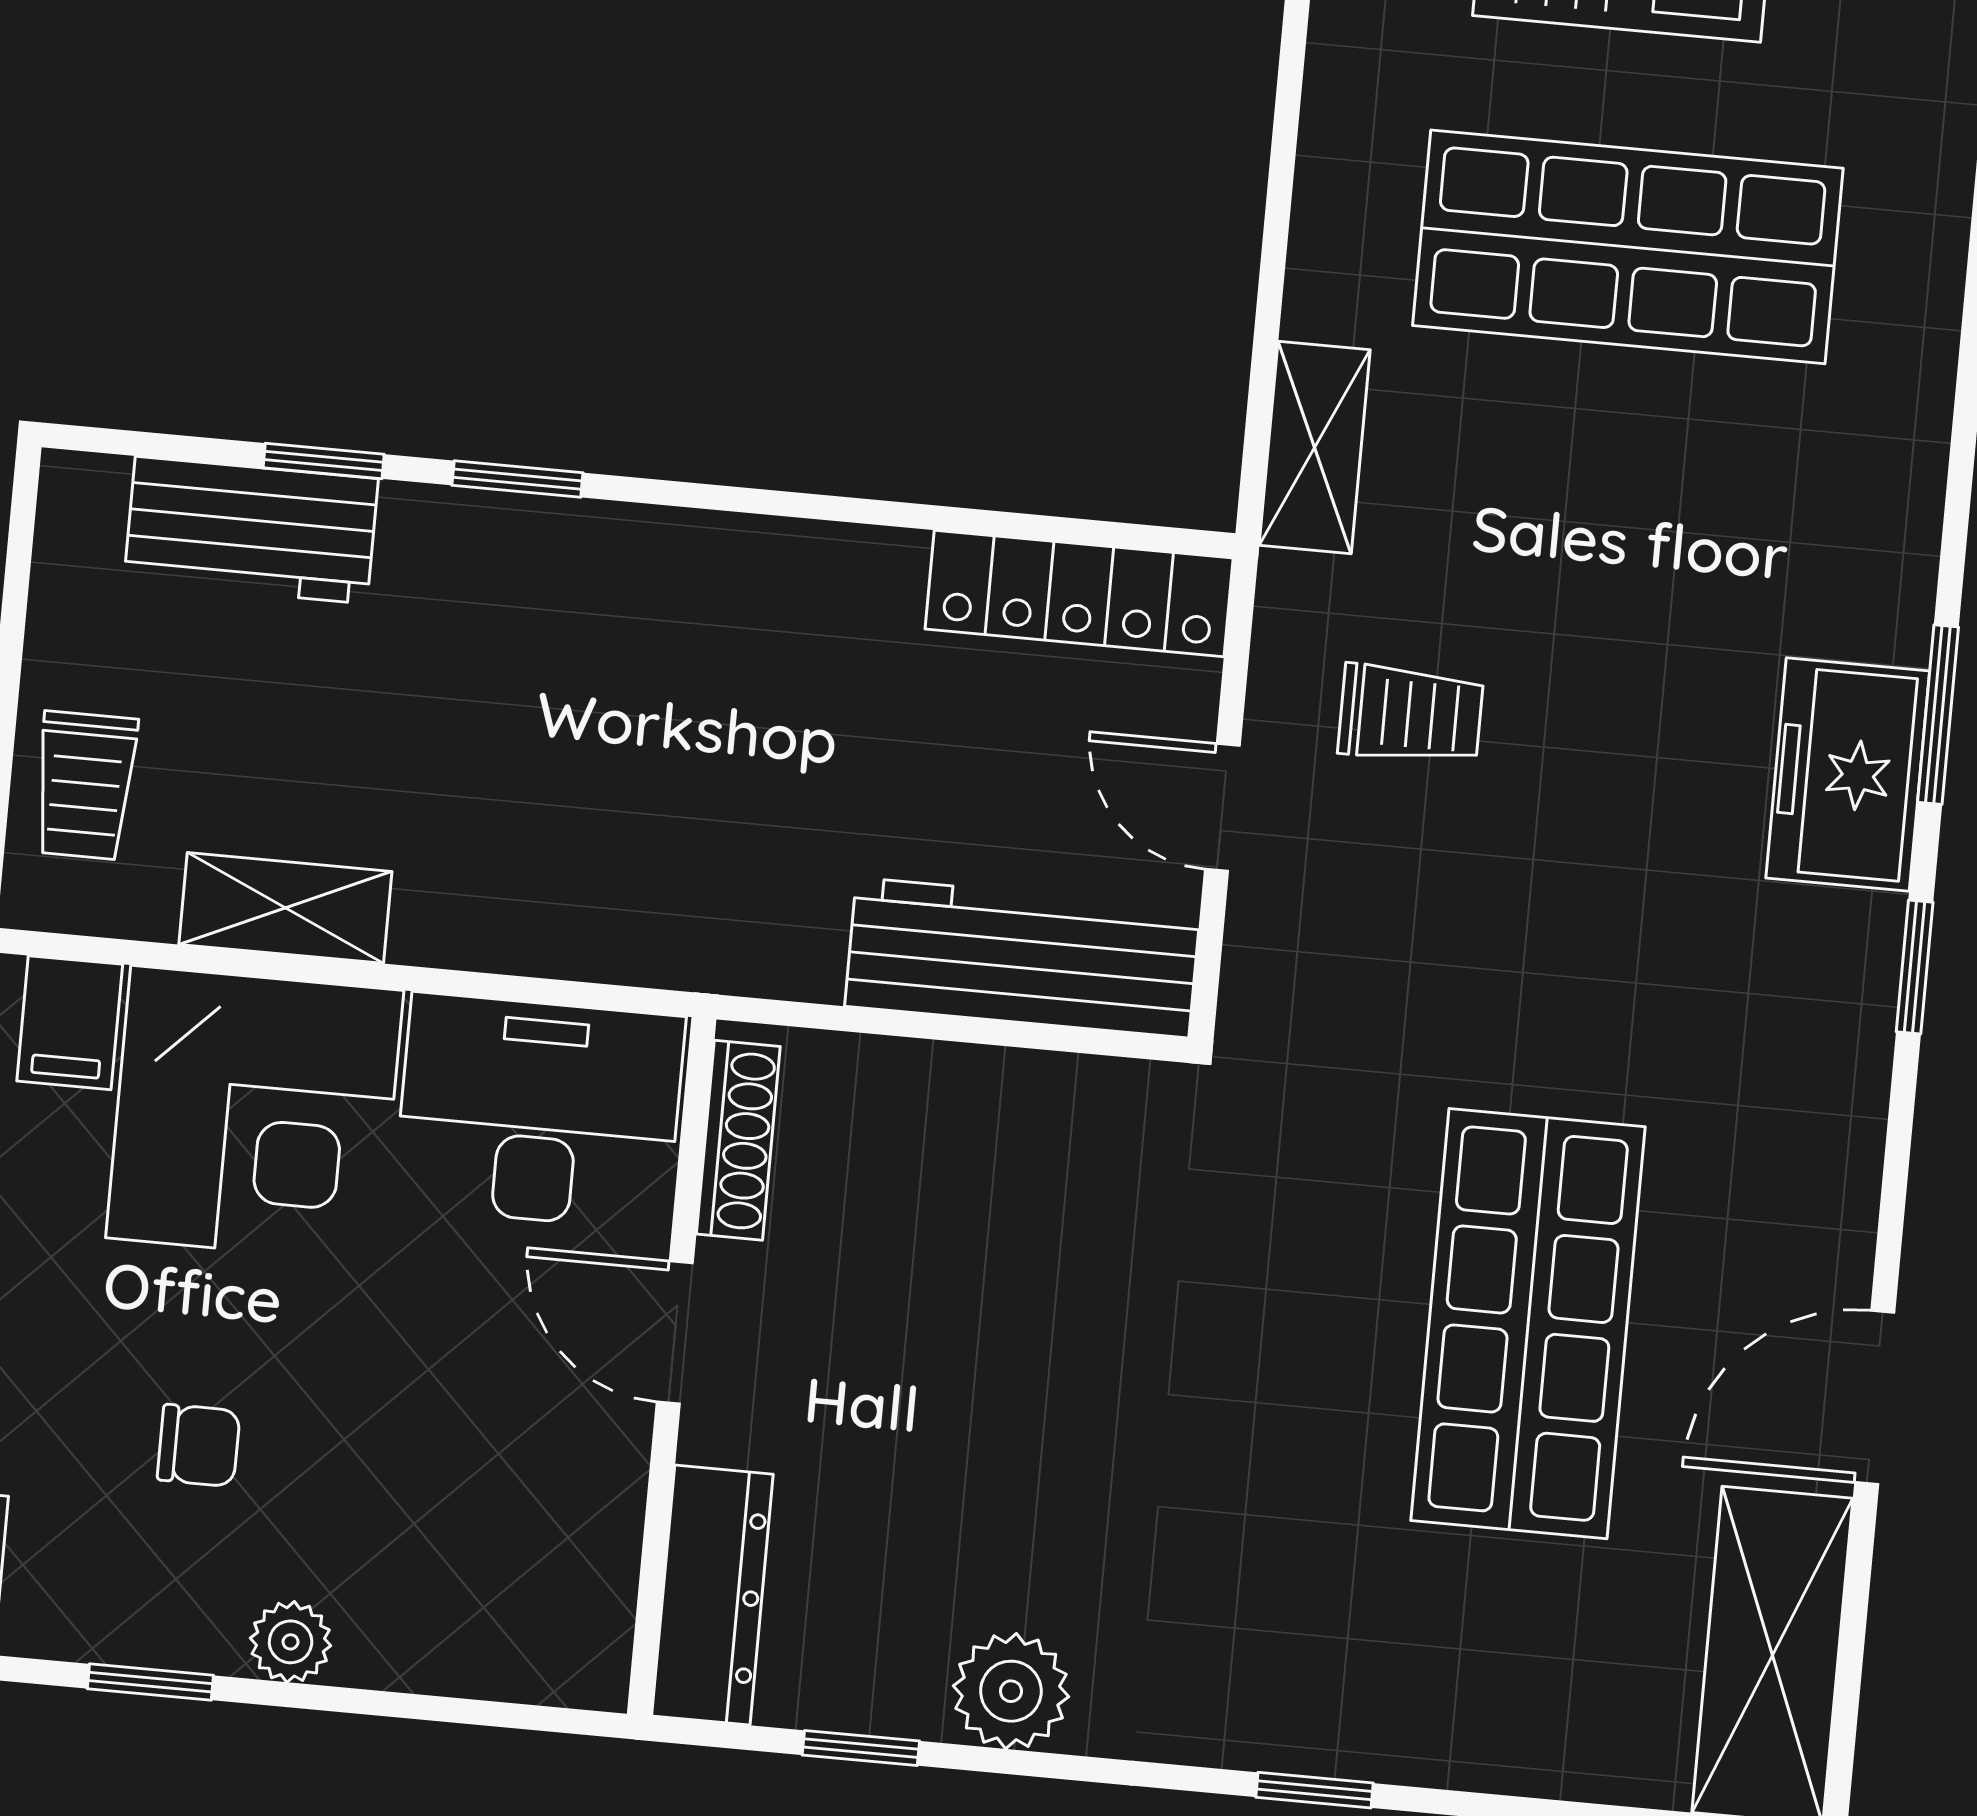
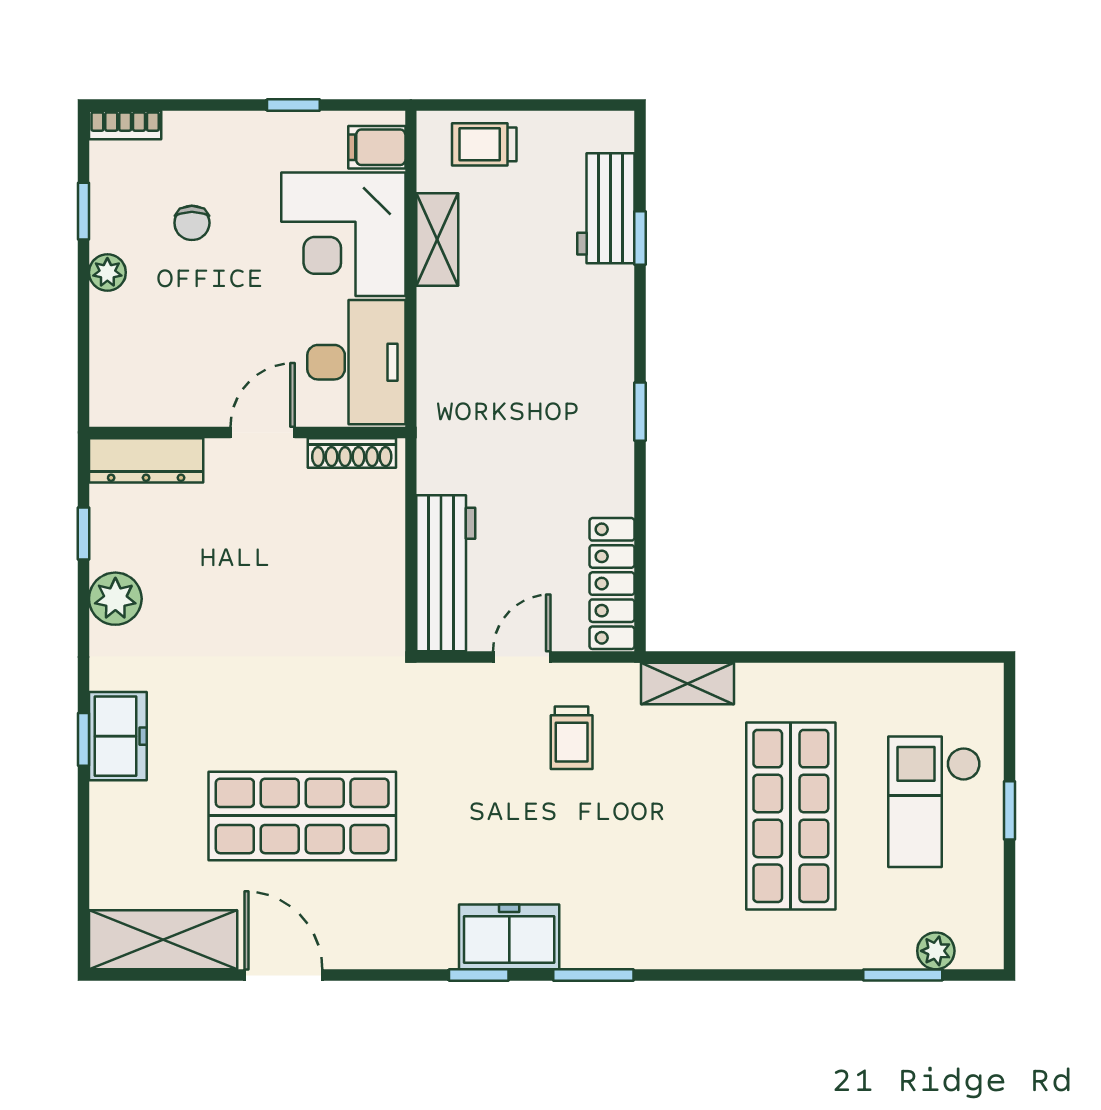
window: (517, 479) -> (640, 412), moved
freezer: (1848, 774) -> (509, 937), moved
freezer: (1314, 1714) -> (118, 736), added

